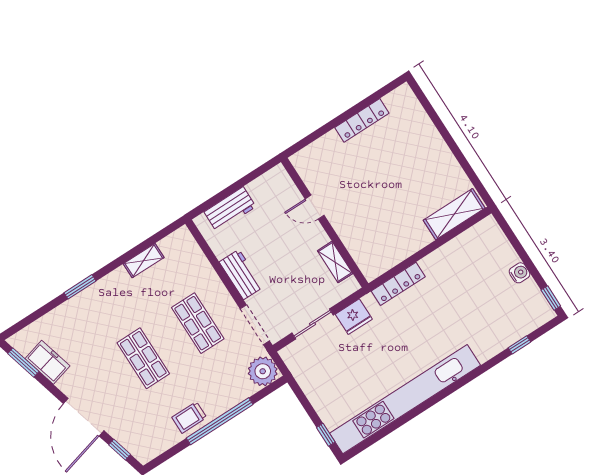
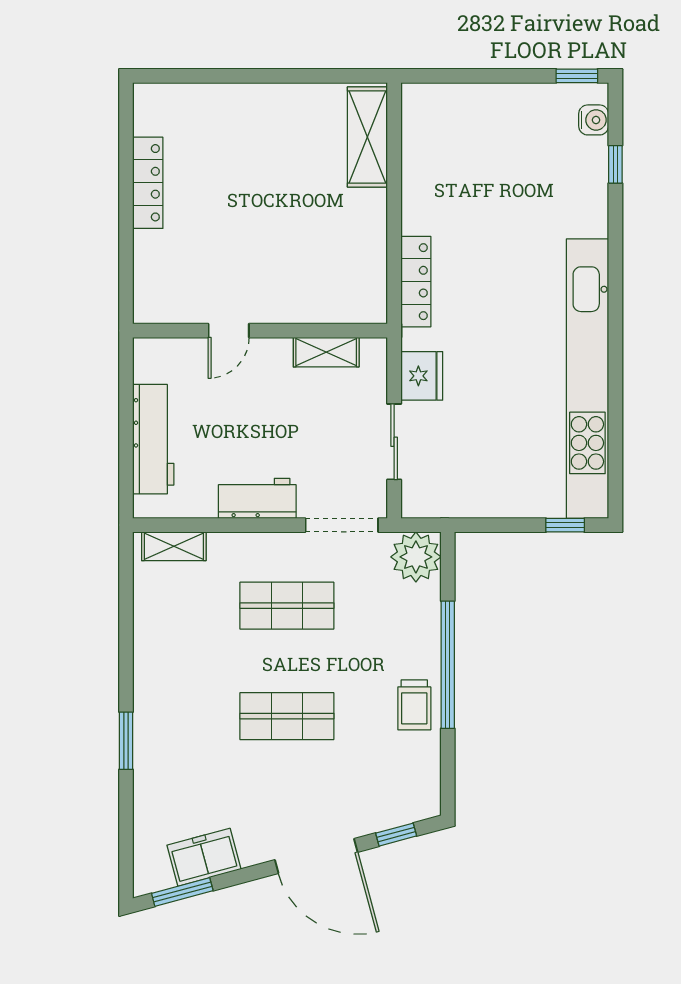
workbench: (230, 209) -> (153, 439), width x1.37
shelving: (144, 261) -> (174, 546), moved, turned 90
water cooler: (520, 273) -> (594, 120), moved, turned 90

